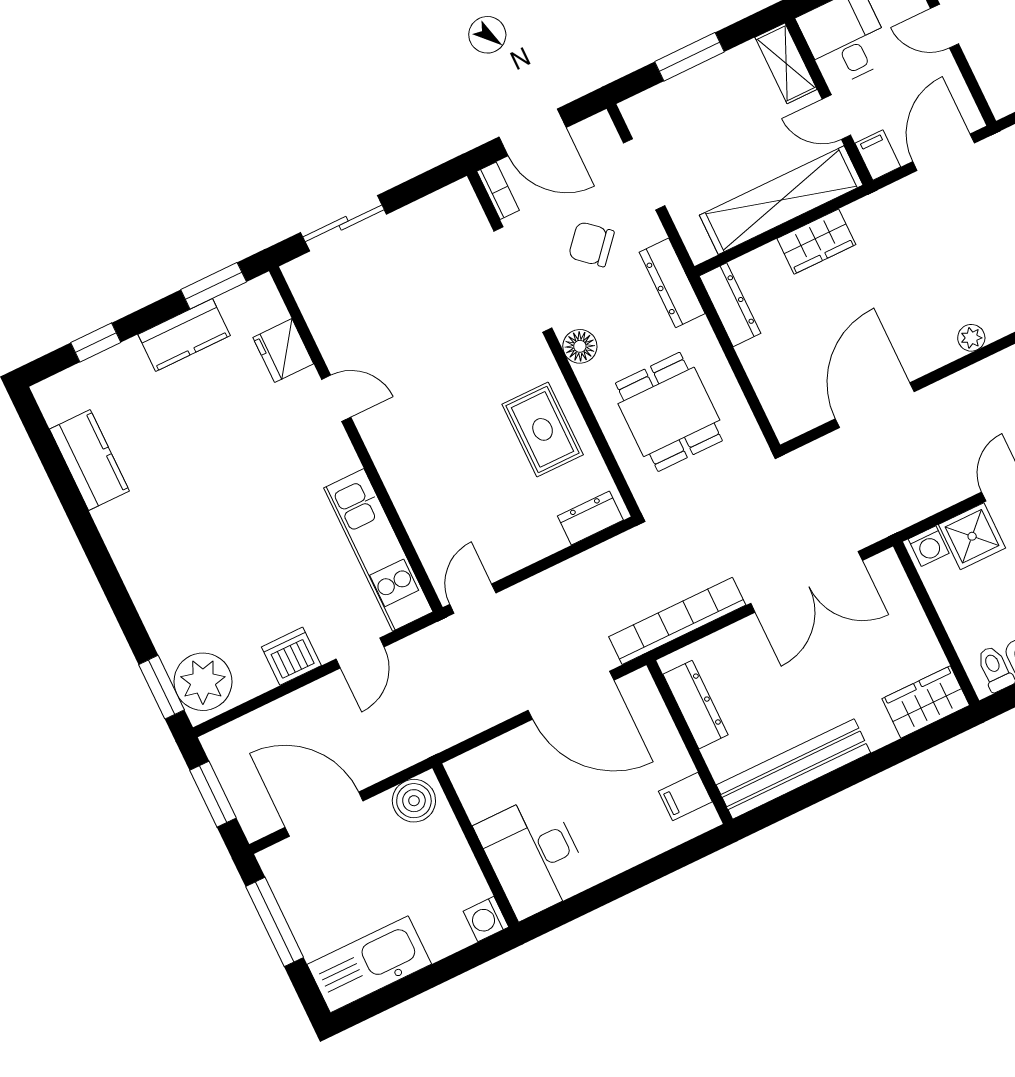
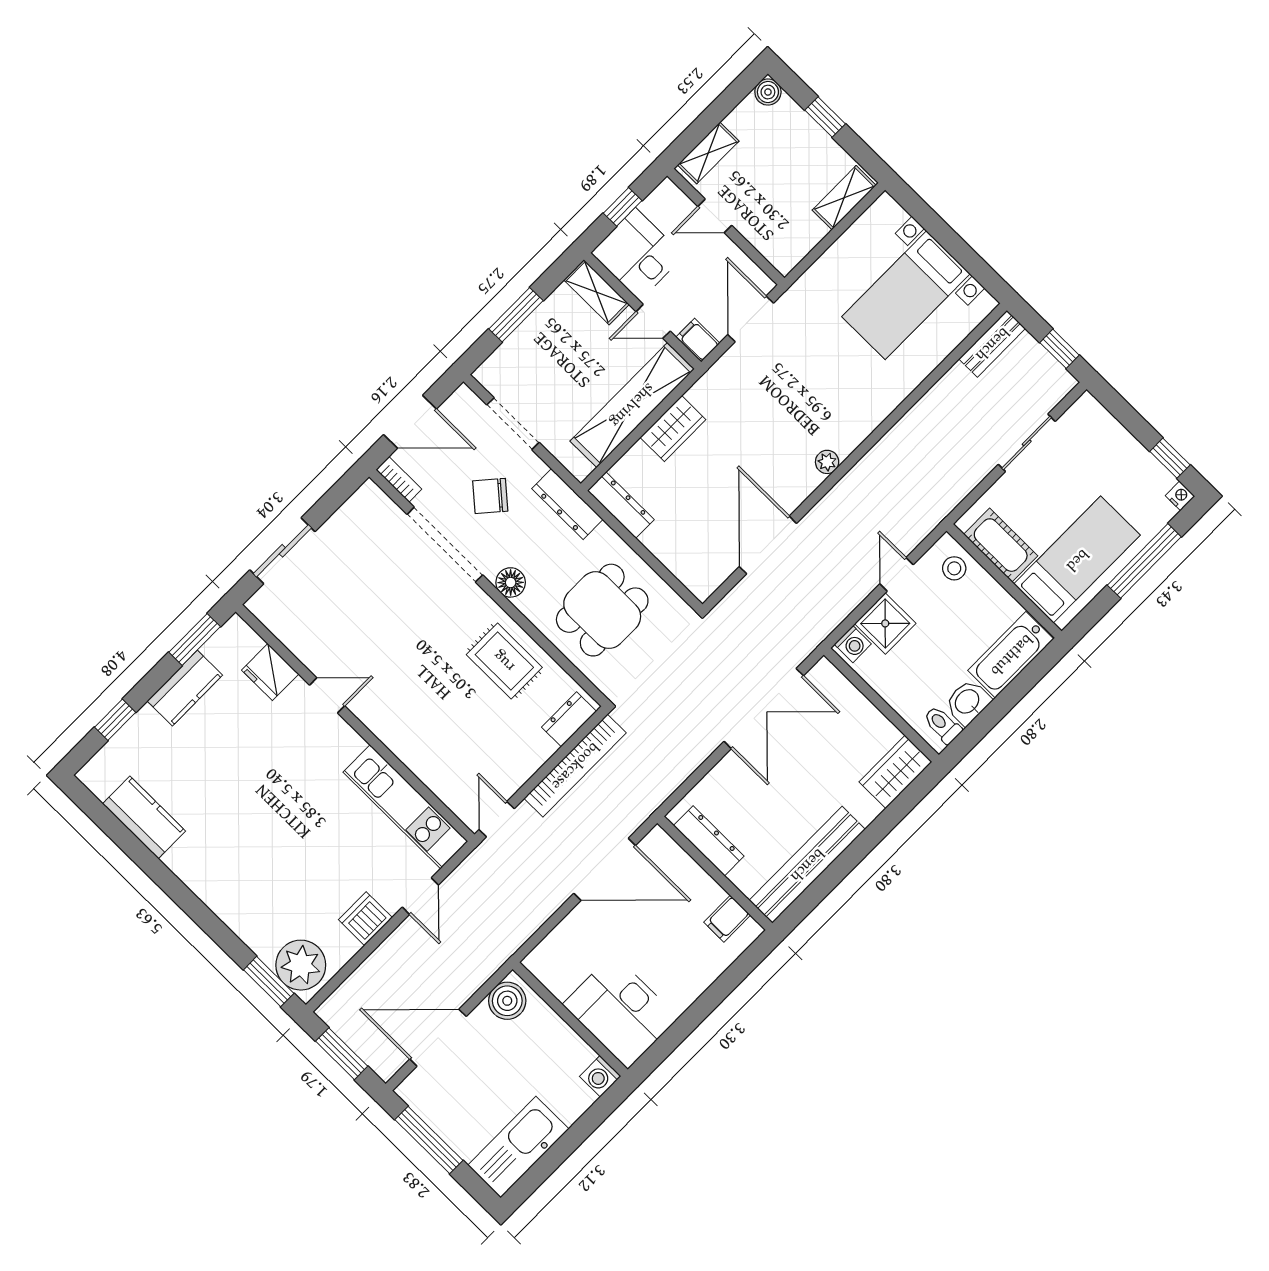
dining table: (669, 412) -> (602, 610), turned 90
bookcase: (677, 621) -> (575, 766), moved, turned 180

